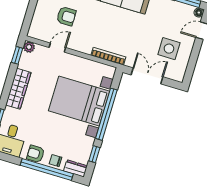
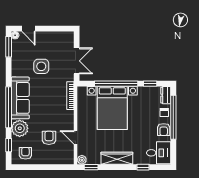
side table: (169, 49) -> (41, 66), moved
double door: (147, 76) -> (77, 61), swing flipped

